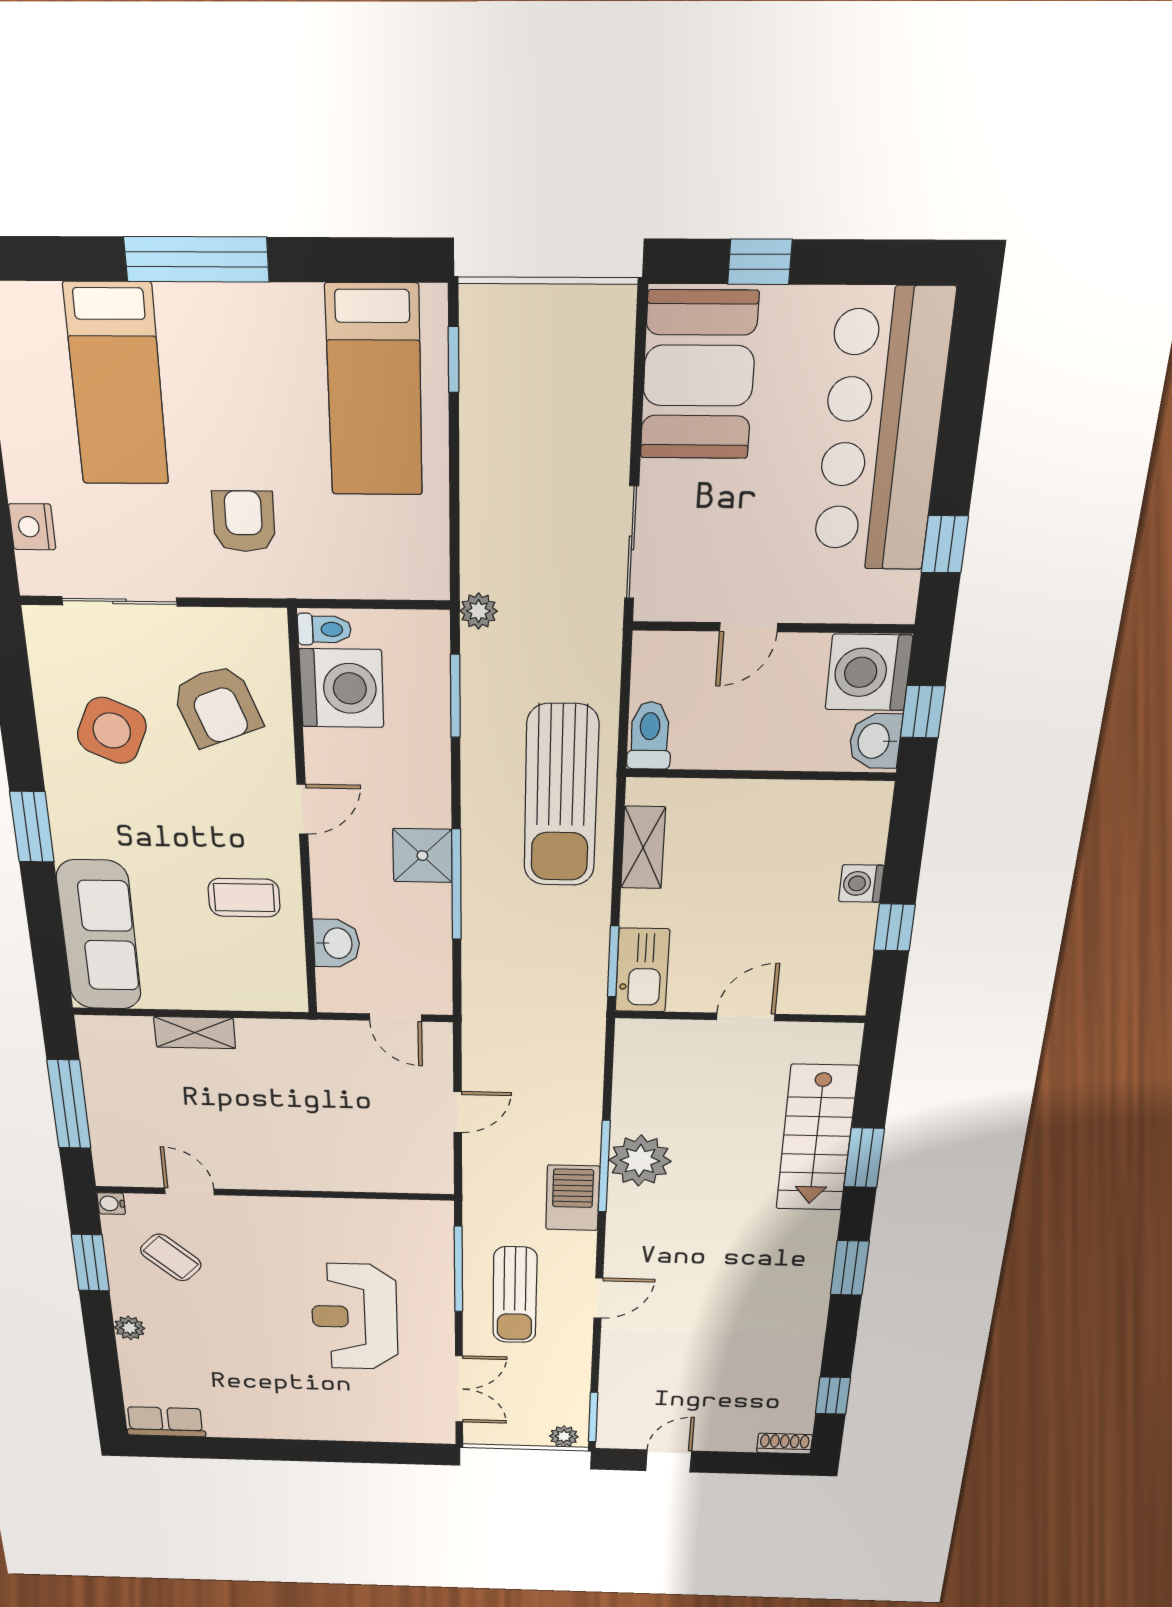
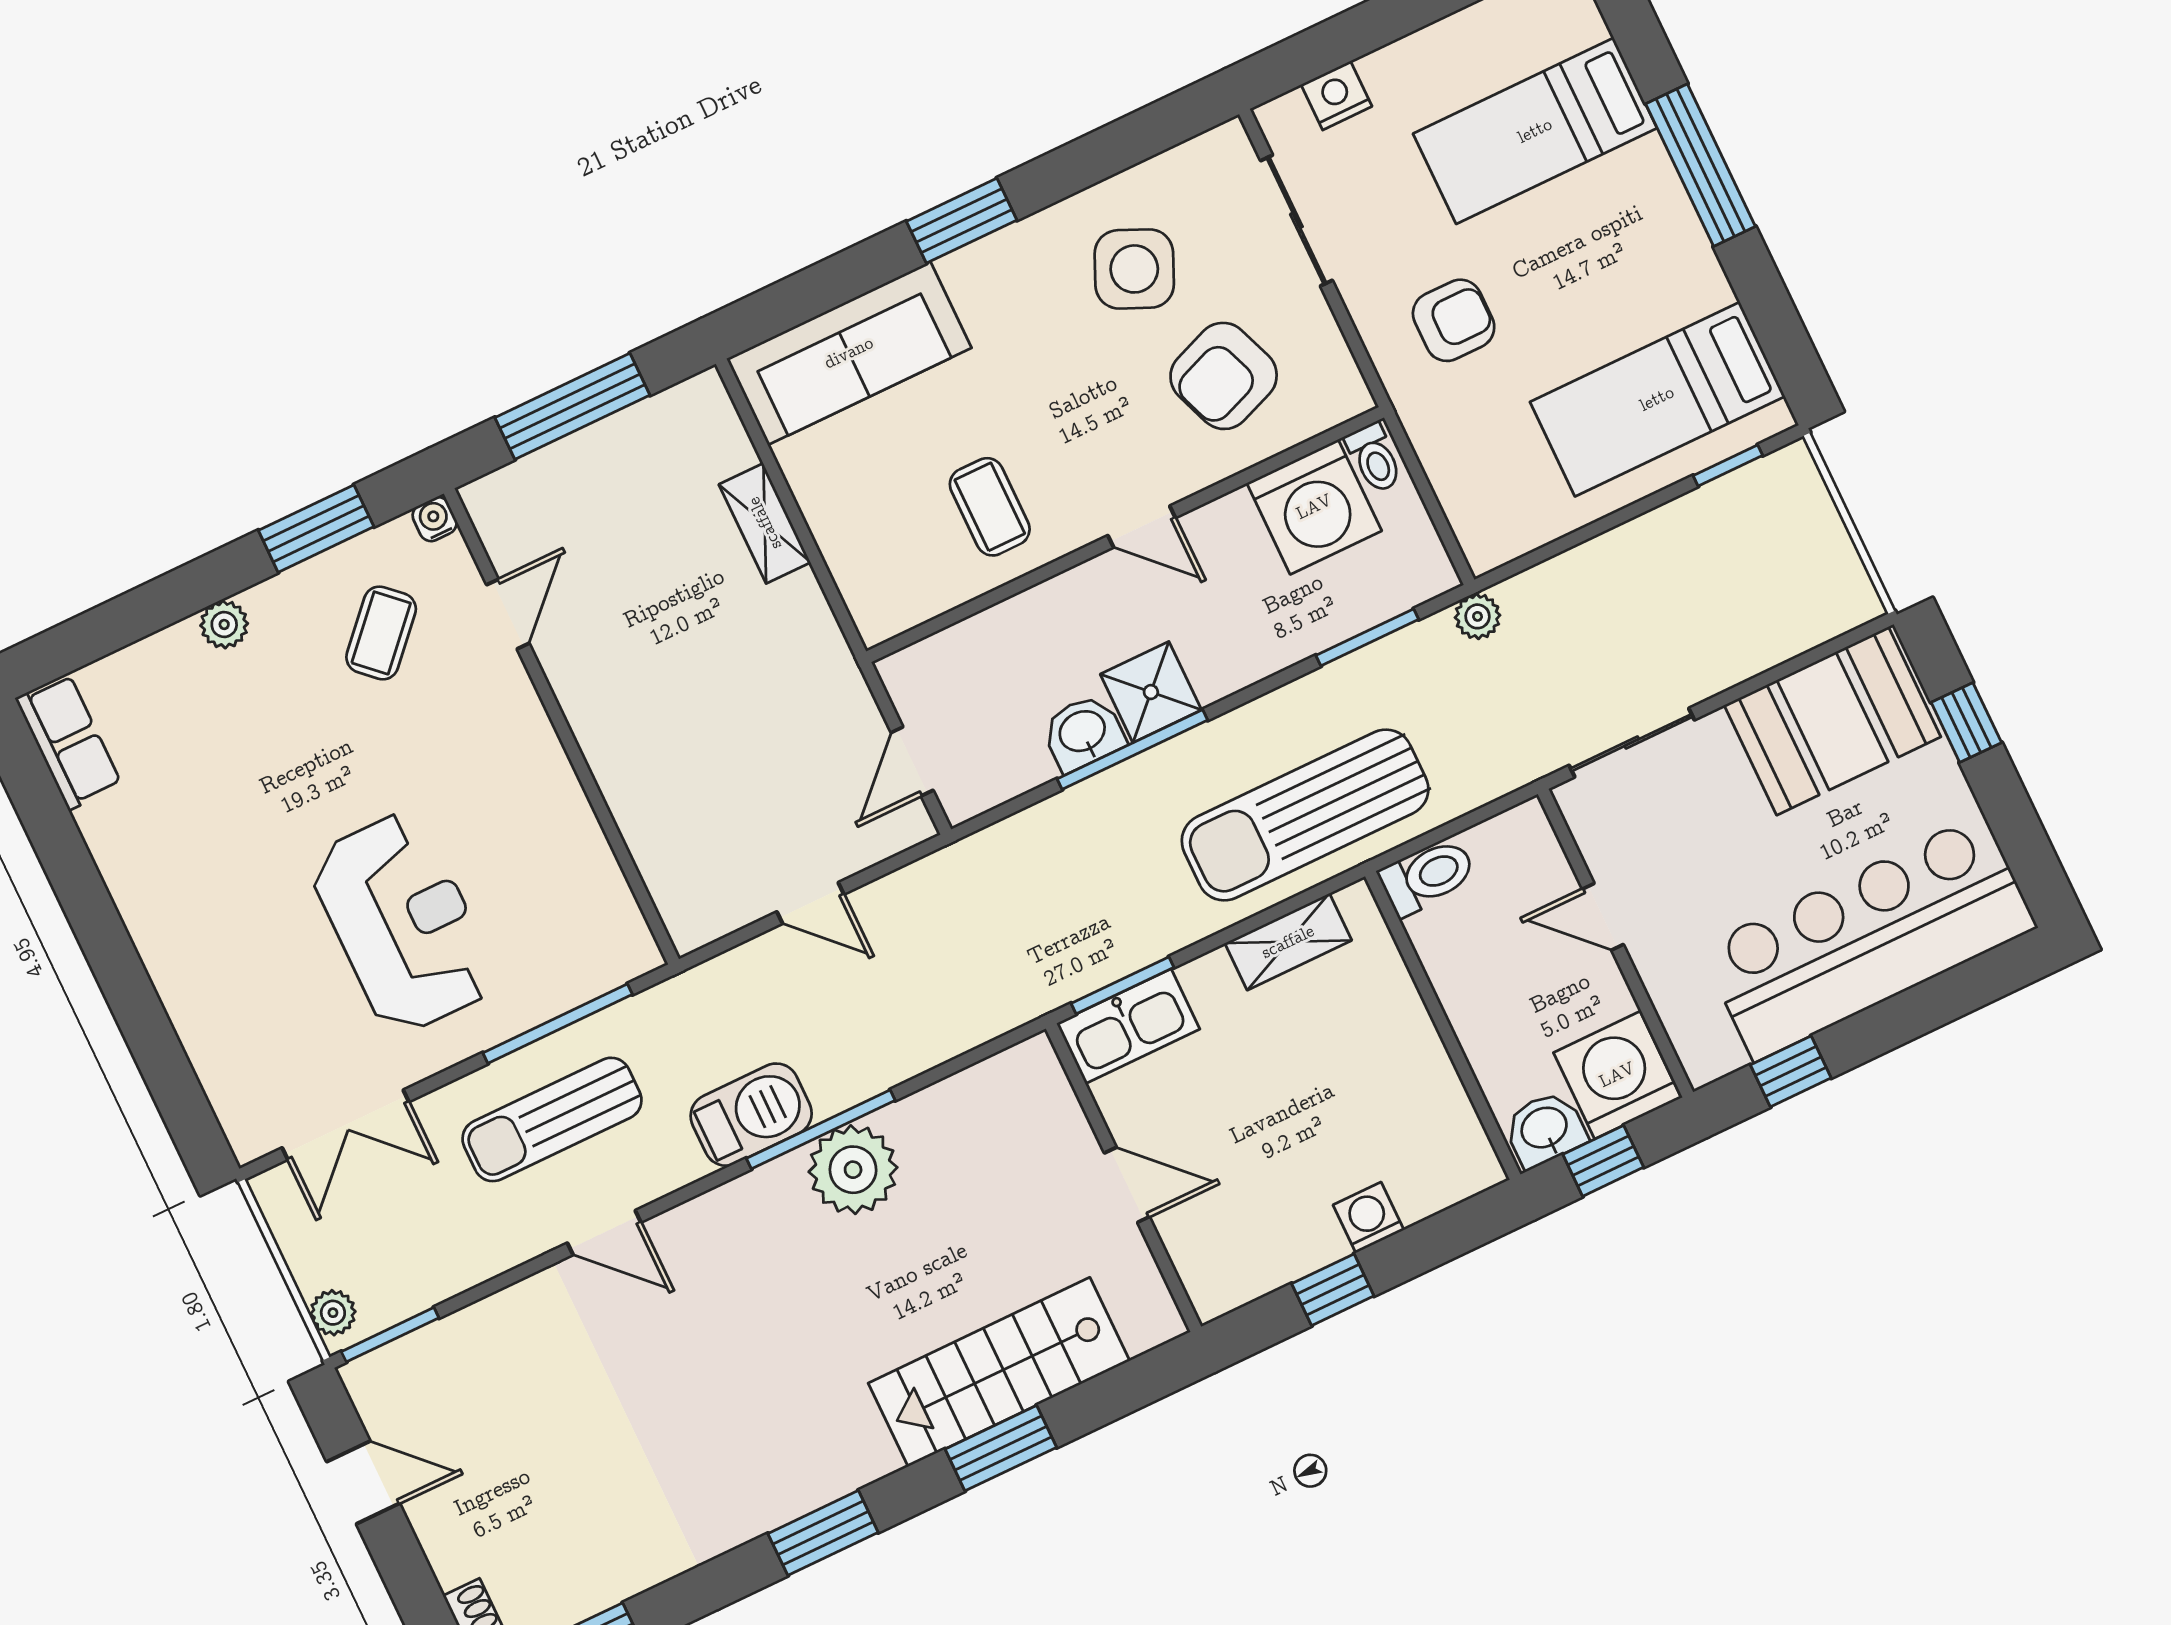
washbasin: (336, 943) -> (1083, 733), moved, turned 180
reception desk: (355, 1317) -> (403, 923), turned 90

